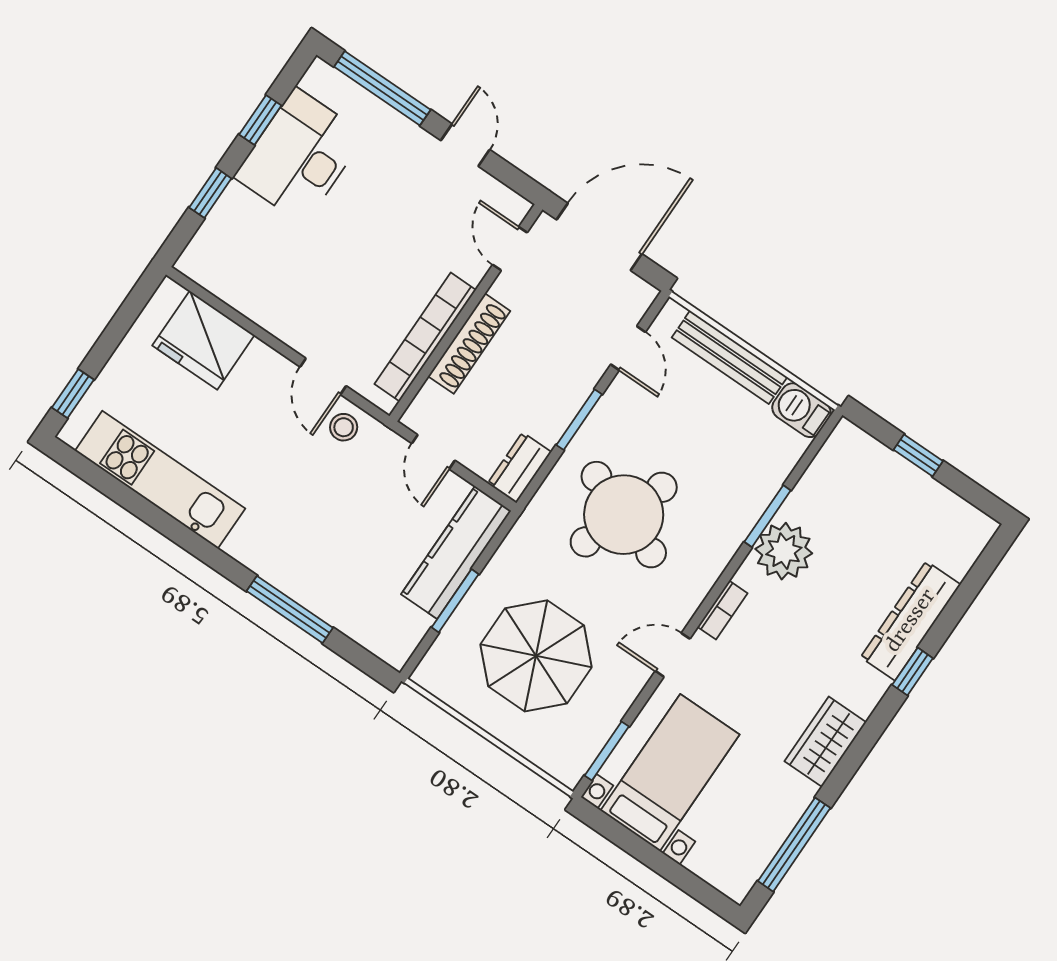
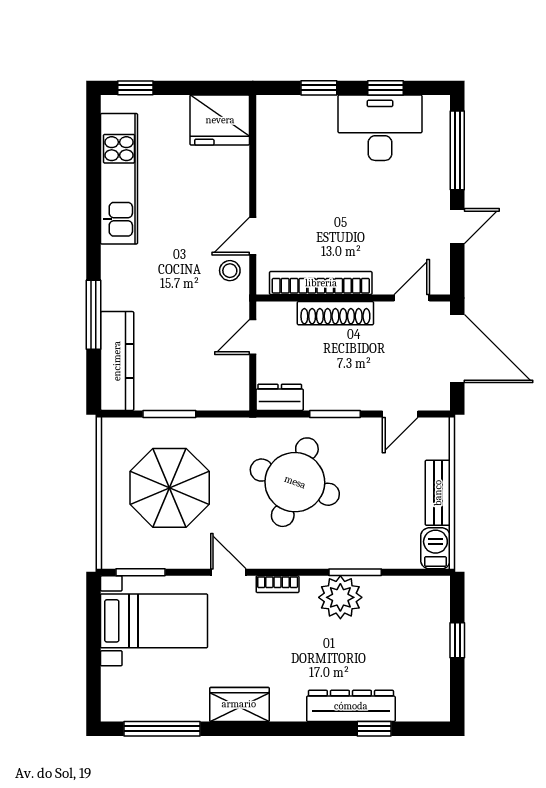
fridge: (203, 340) -> (220, 120), moved, turned -90
bench: (729, 357) -> (438, 493), width x0.73
kitchen counter: (456, 553) -> (117, 361), moved, turned 90
window: (913, 671) -> (374, 729), moved

